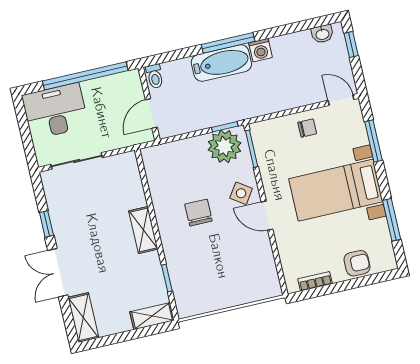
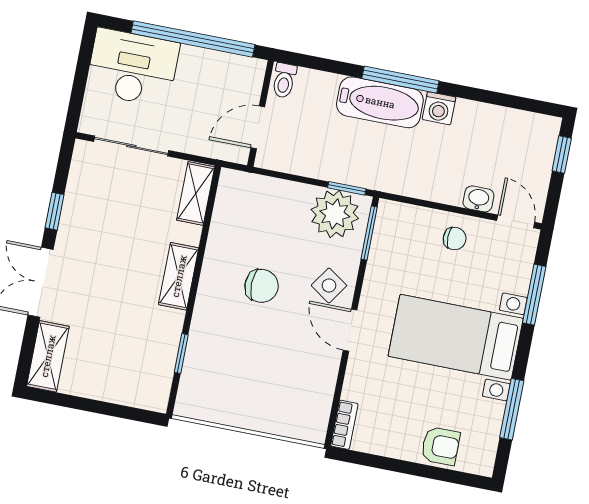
washbasin: (322, 34) -> (478, 199), moved, turned 180
chair: (198, 213) -> (262, 286), turned 90
bookcase: (315, 281) -> (344, 425), moved, turned 90
shelving: (152, 316) -> (196, 193), moved, turned 90

